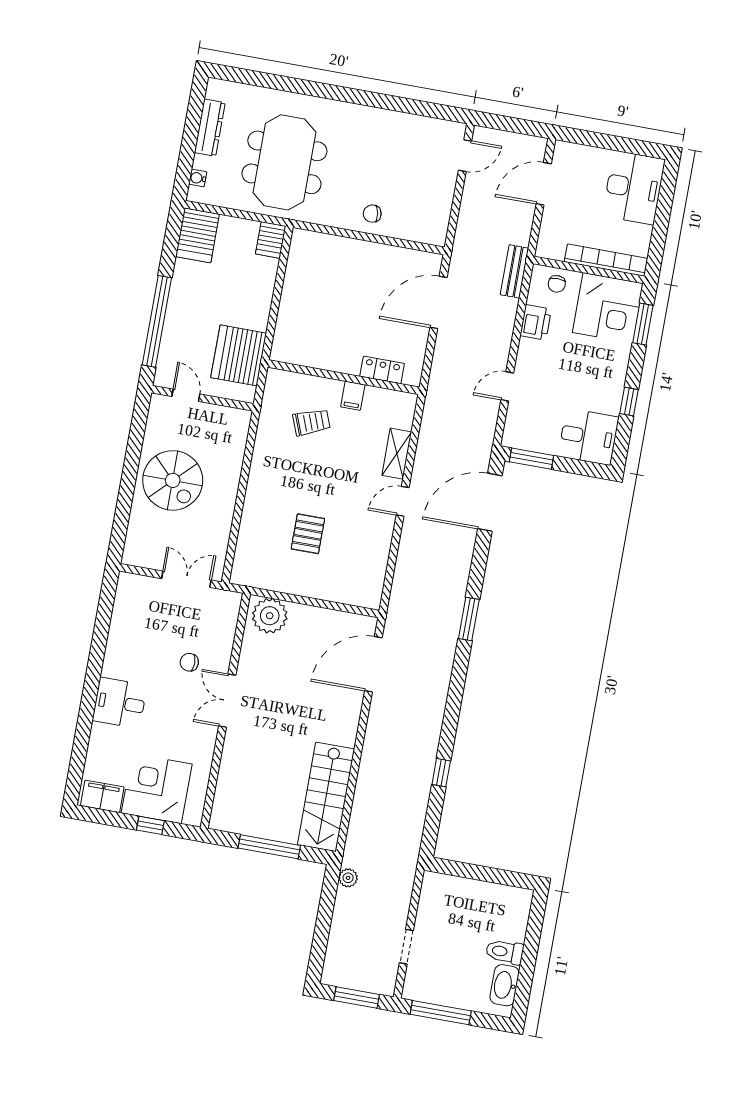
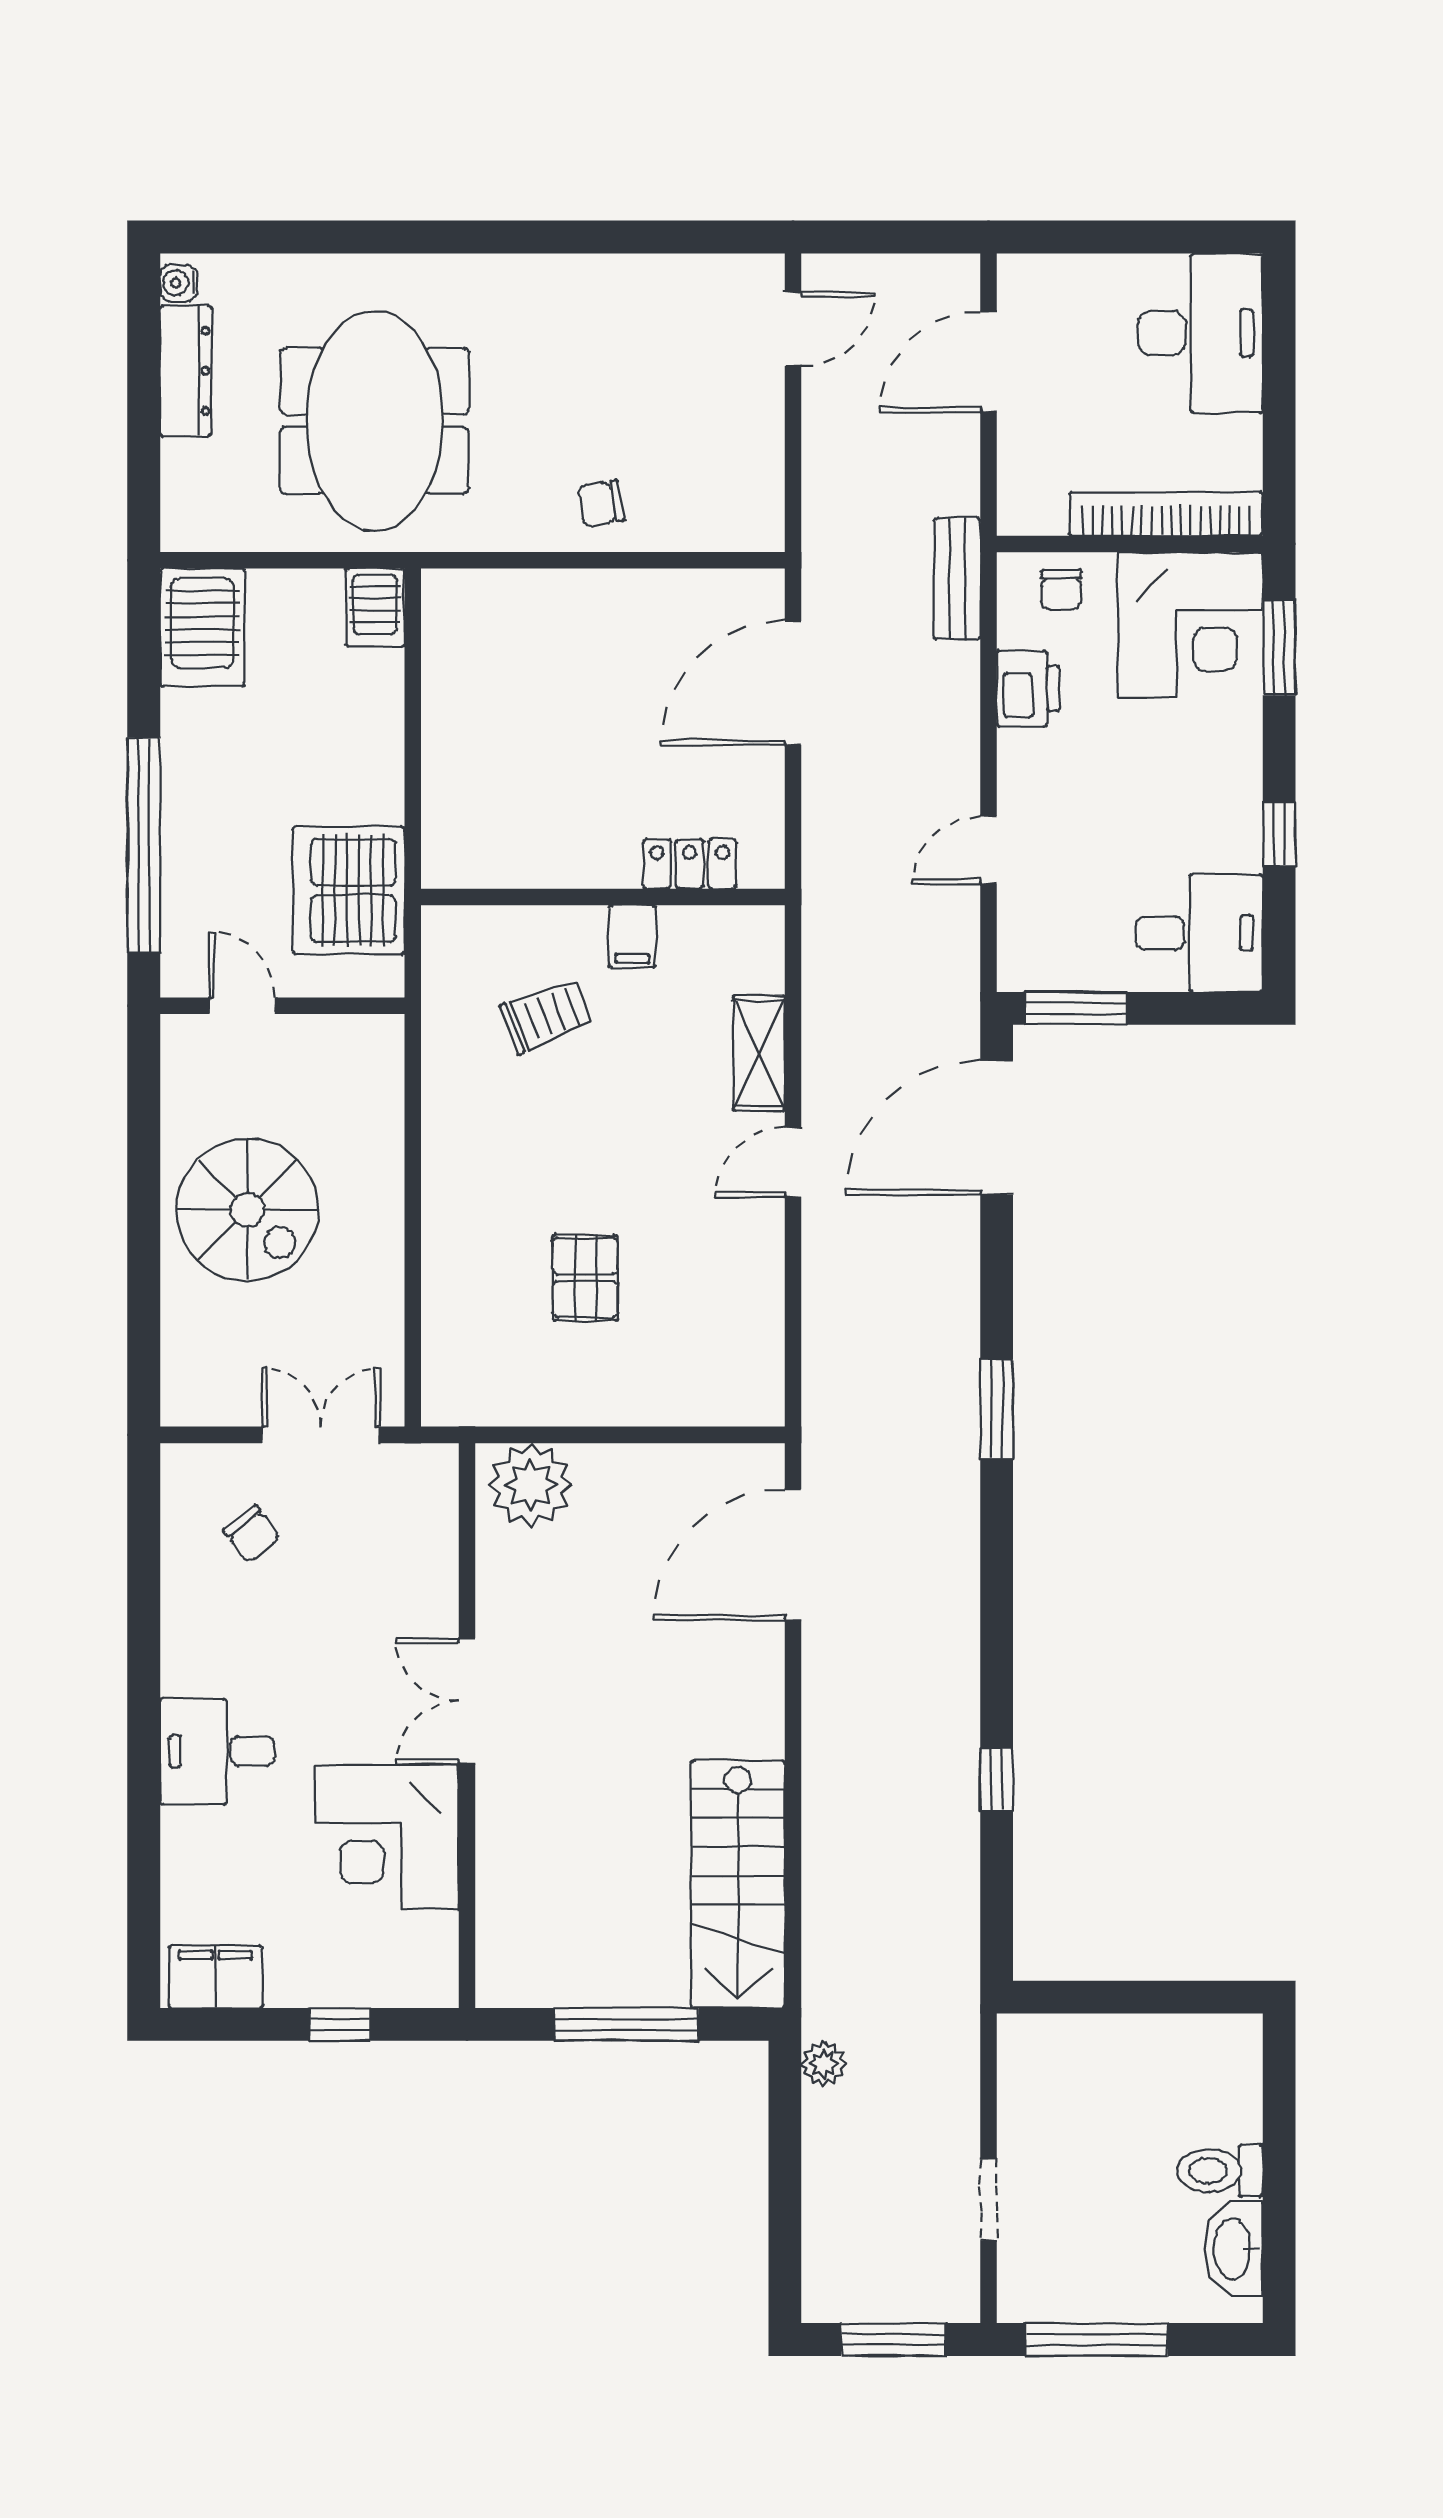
water cooler: (198, 178) -> (179, 283), moved
chair: (189, 662) -> (252, 1534), moved, turned -127
corner desk: (157, 789) -> (387, 1837), moved, turned -90

